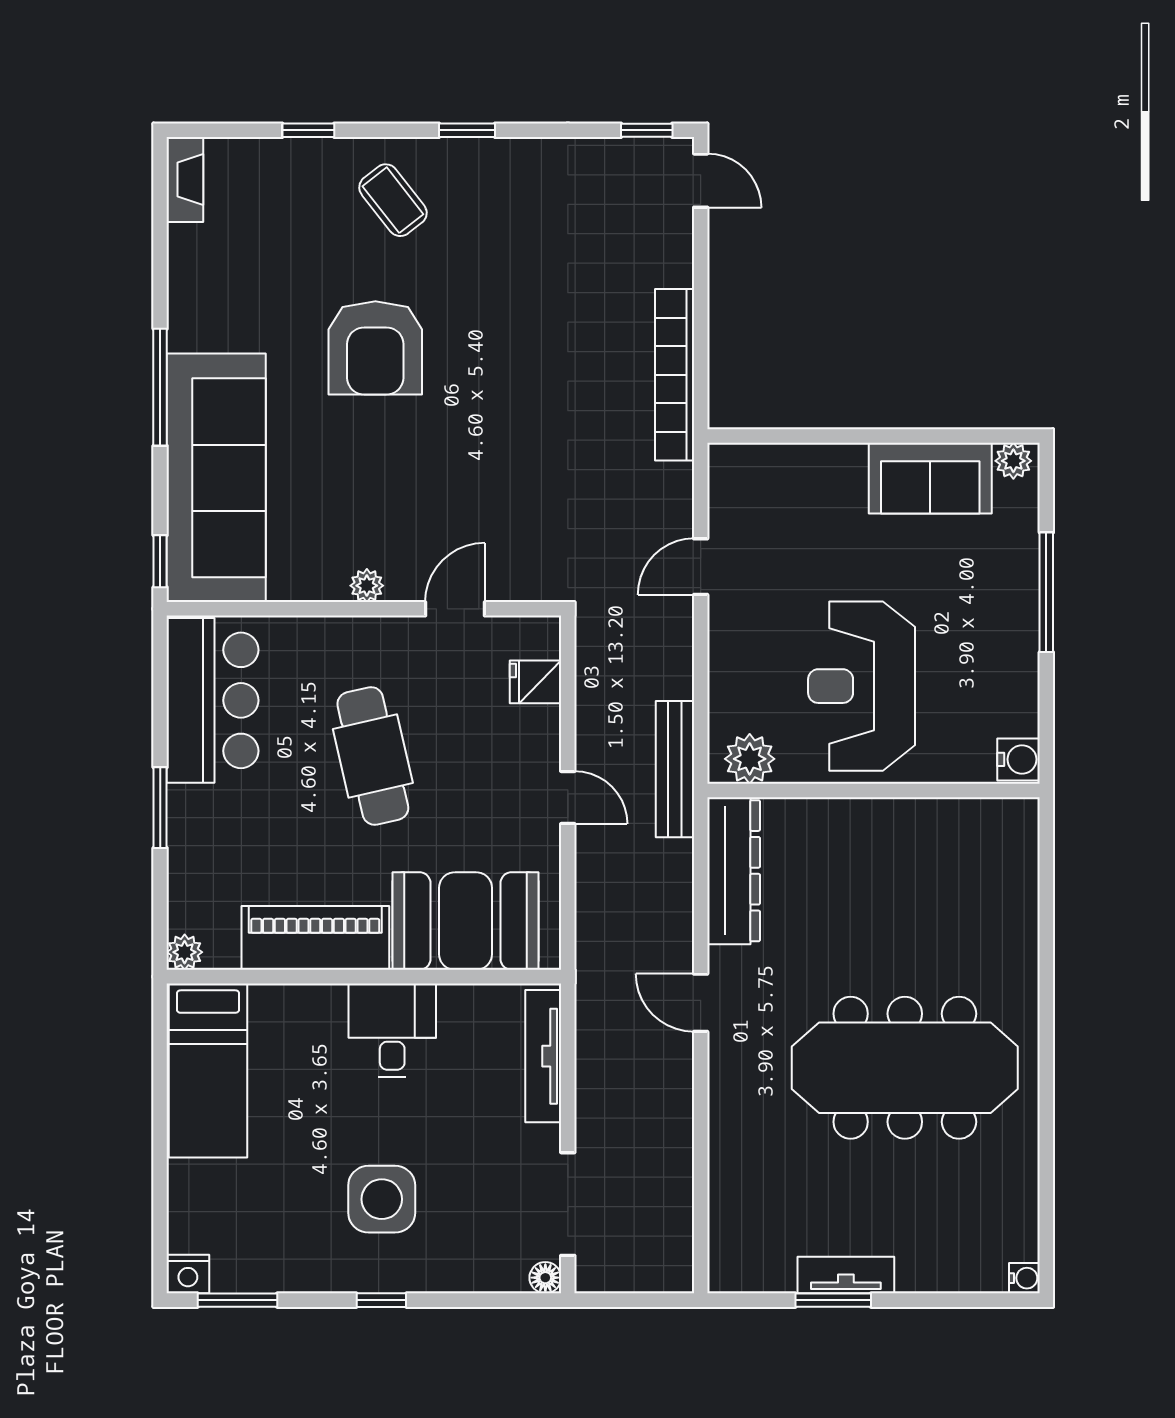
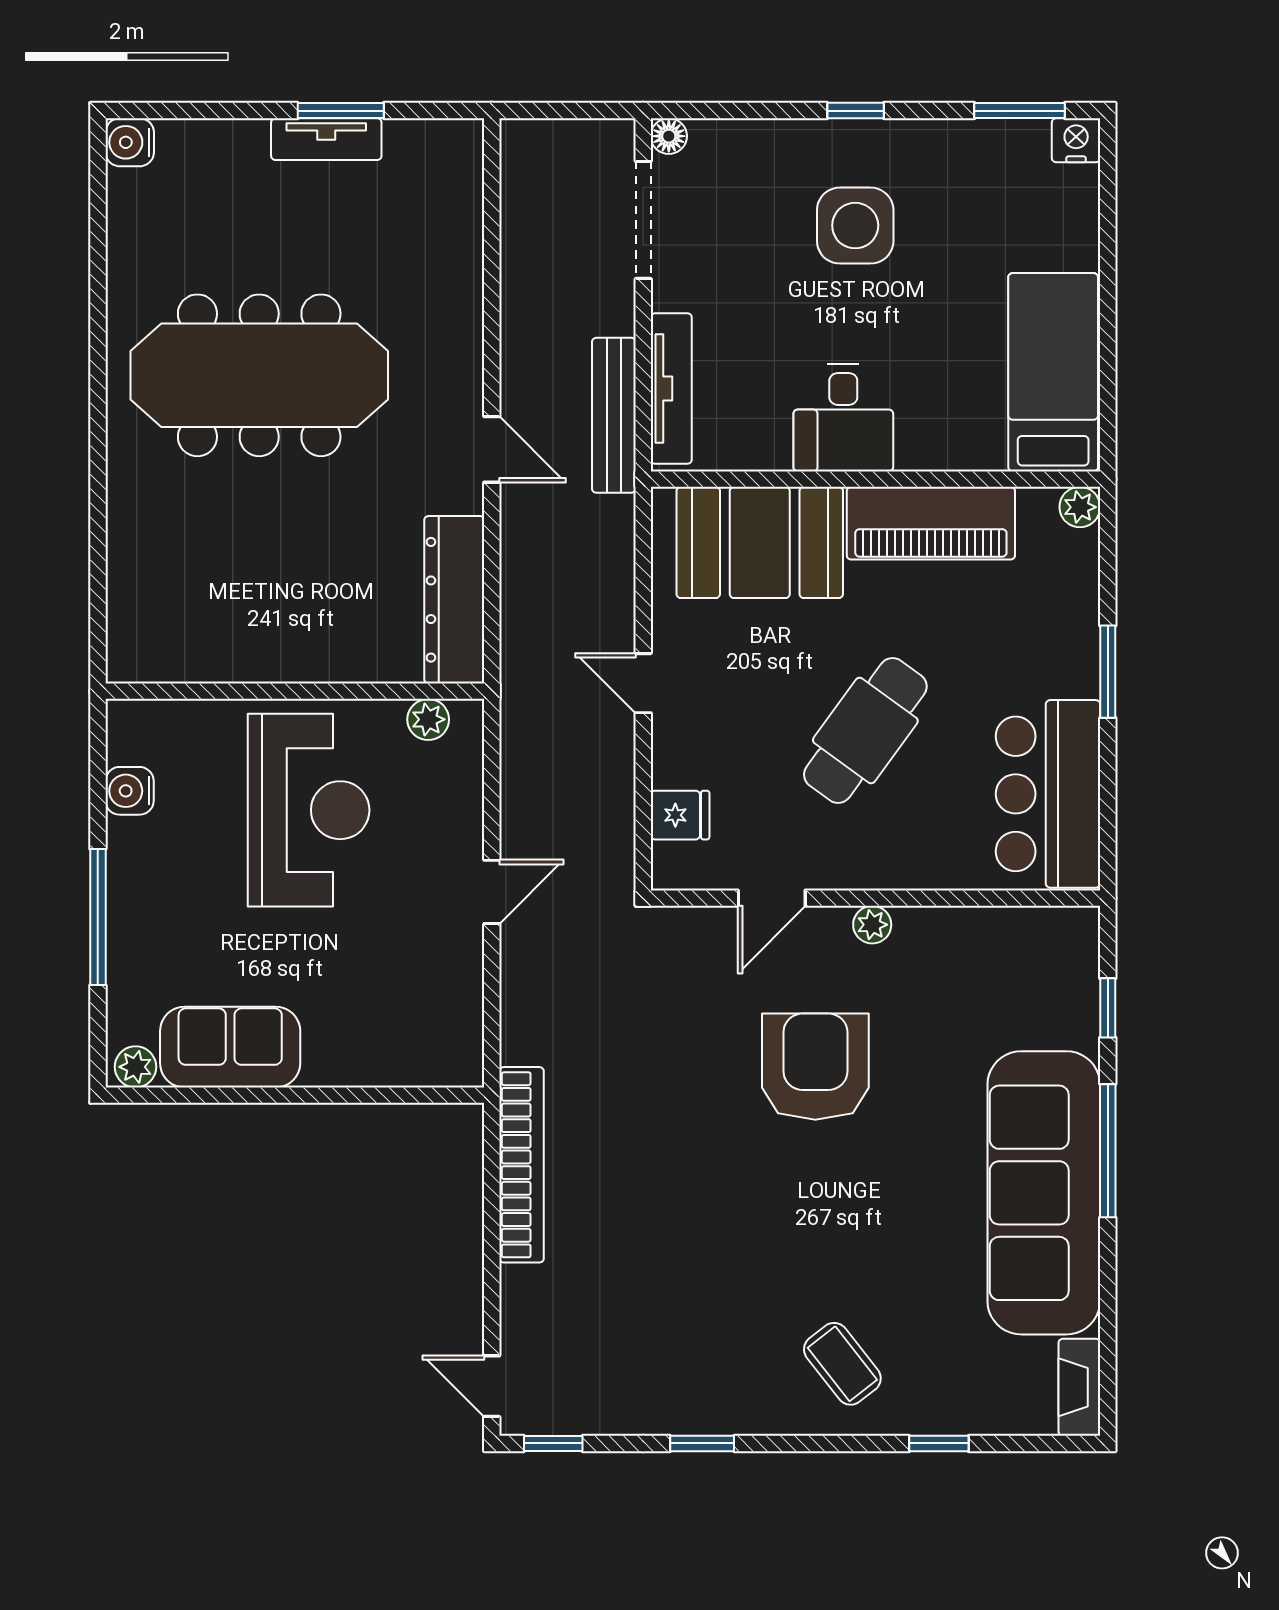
window: (467, 130) -> (702, 1443), moved
armchair: (375, 348) -> (815, 1067), moved
sofa: (216, 478) -> (1044, 1193), moved
window: (160, 561) -> (1108, 1008), moved
door: (701, 567) -> (492, 892), moved
cafe table: (373, 756) -> (865, 731), turned 49
plant: (750, 759) -> (428, 719), width x0.73, depth x0.73
water cooler: (1019, 759) -> (130, 791), moved
bench: (675, 769) -> (614, 415), moved
water cooler: (1024, 1278) -> (130, 142), width x1.38, depth x1.38

